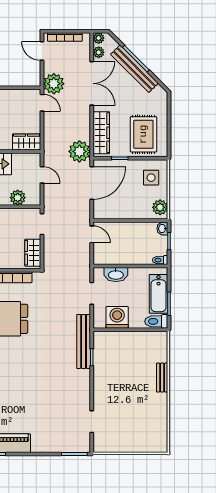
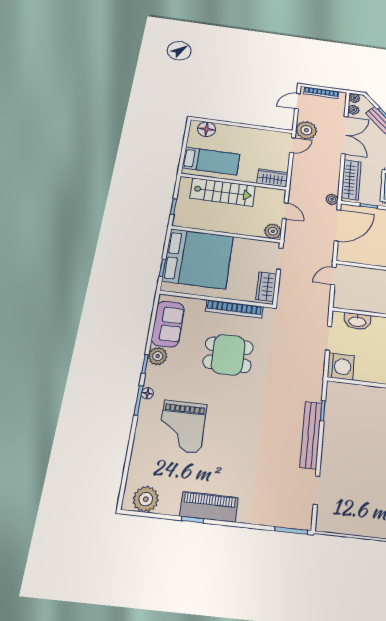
door: (42, 51) -> (297, 101), hinge flipped
door: (42, 103) -> (293, 145), hinge flipped
plant: (79, 151) -> (332, 199), width x0.53, depth x0.53
plant: (18, 198) -> (273, 231), moved
door: (92, 234) -> (333, 276), swing flipped
washing machine: (117, 317) -> (341, 366), moved, turned 90
bench: (84, 341) -> (311, 435), moved

